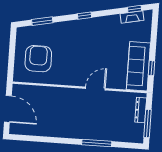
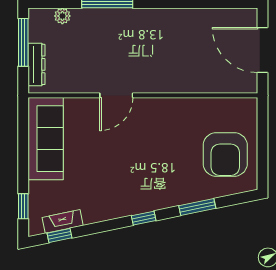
window: (42, 21) -> (197, 207), moved
armchair: (38, 59) -> (225, 154), moved
window: (152, 68) -> (23, 206), moved
plant: (124, 137) -> (62, 16), added

